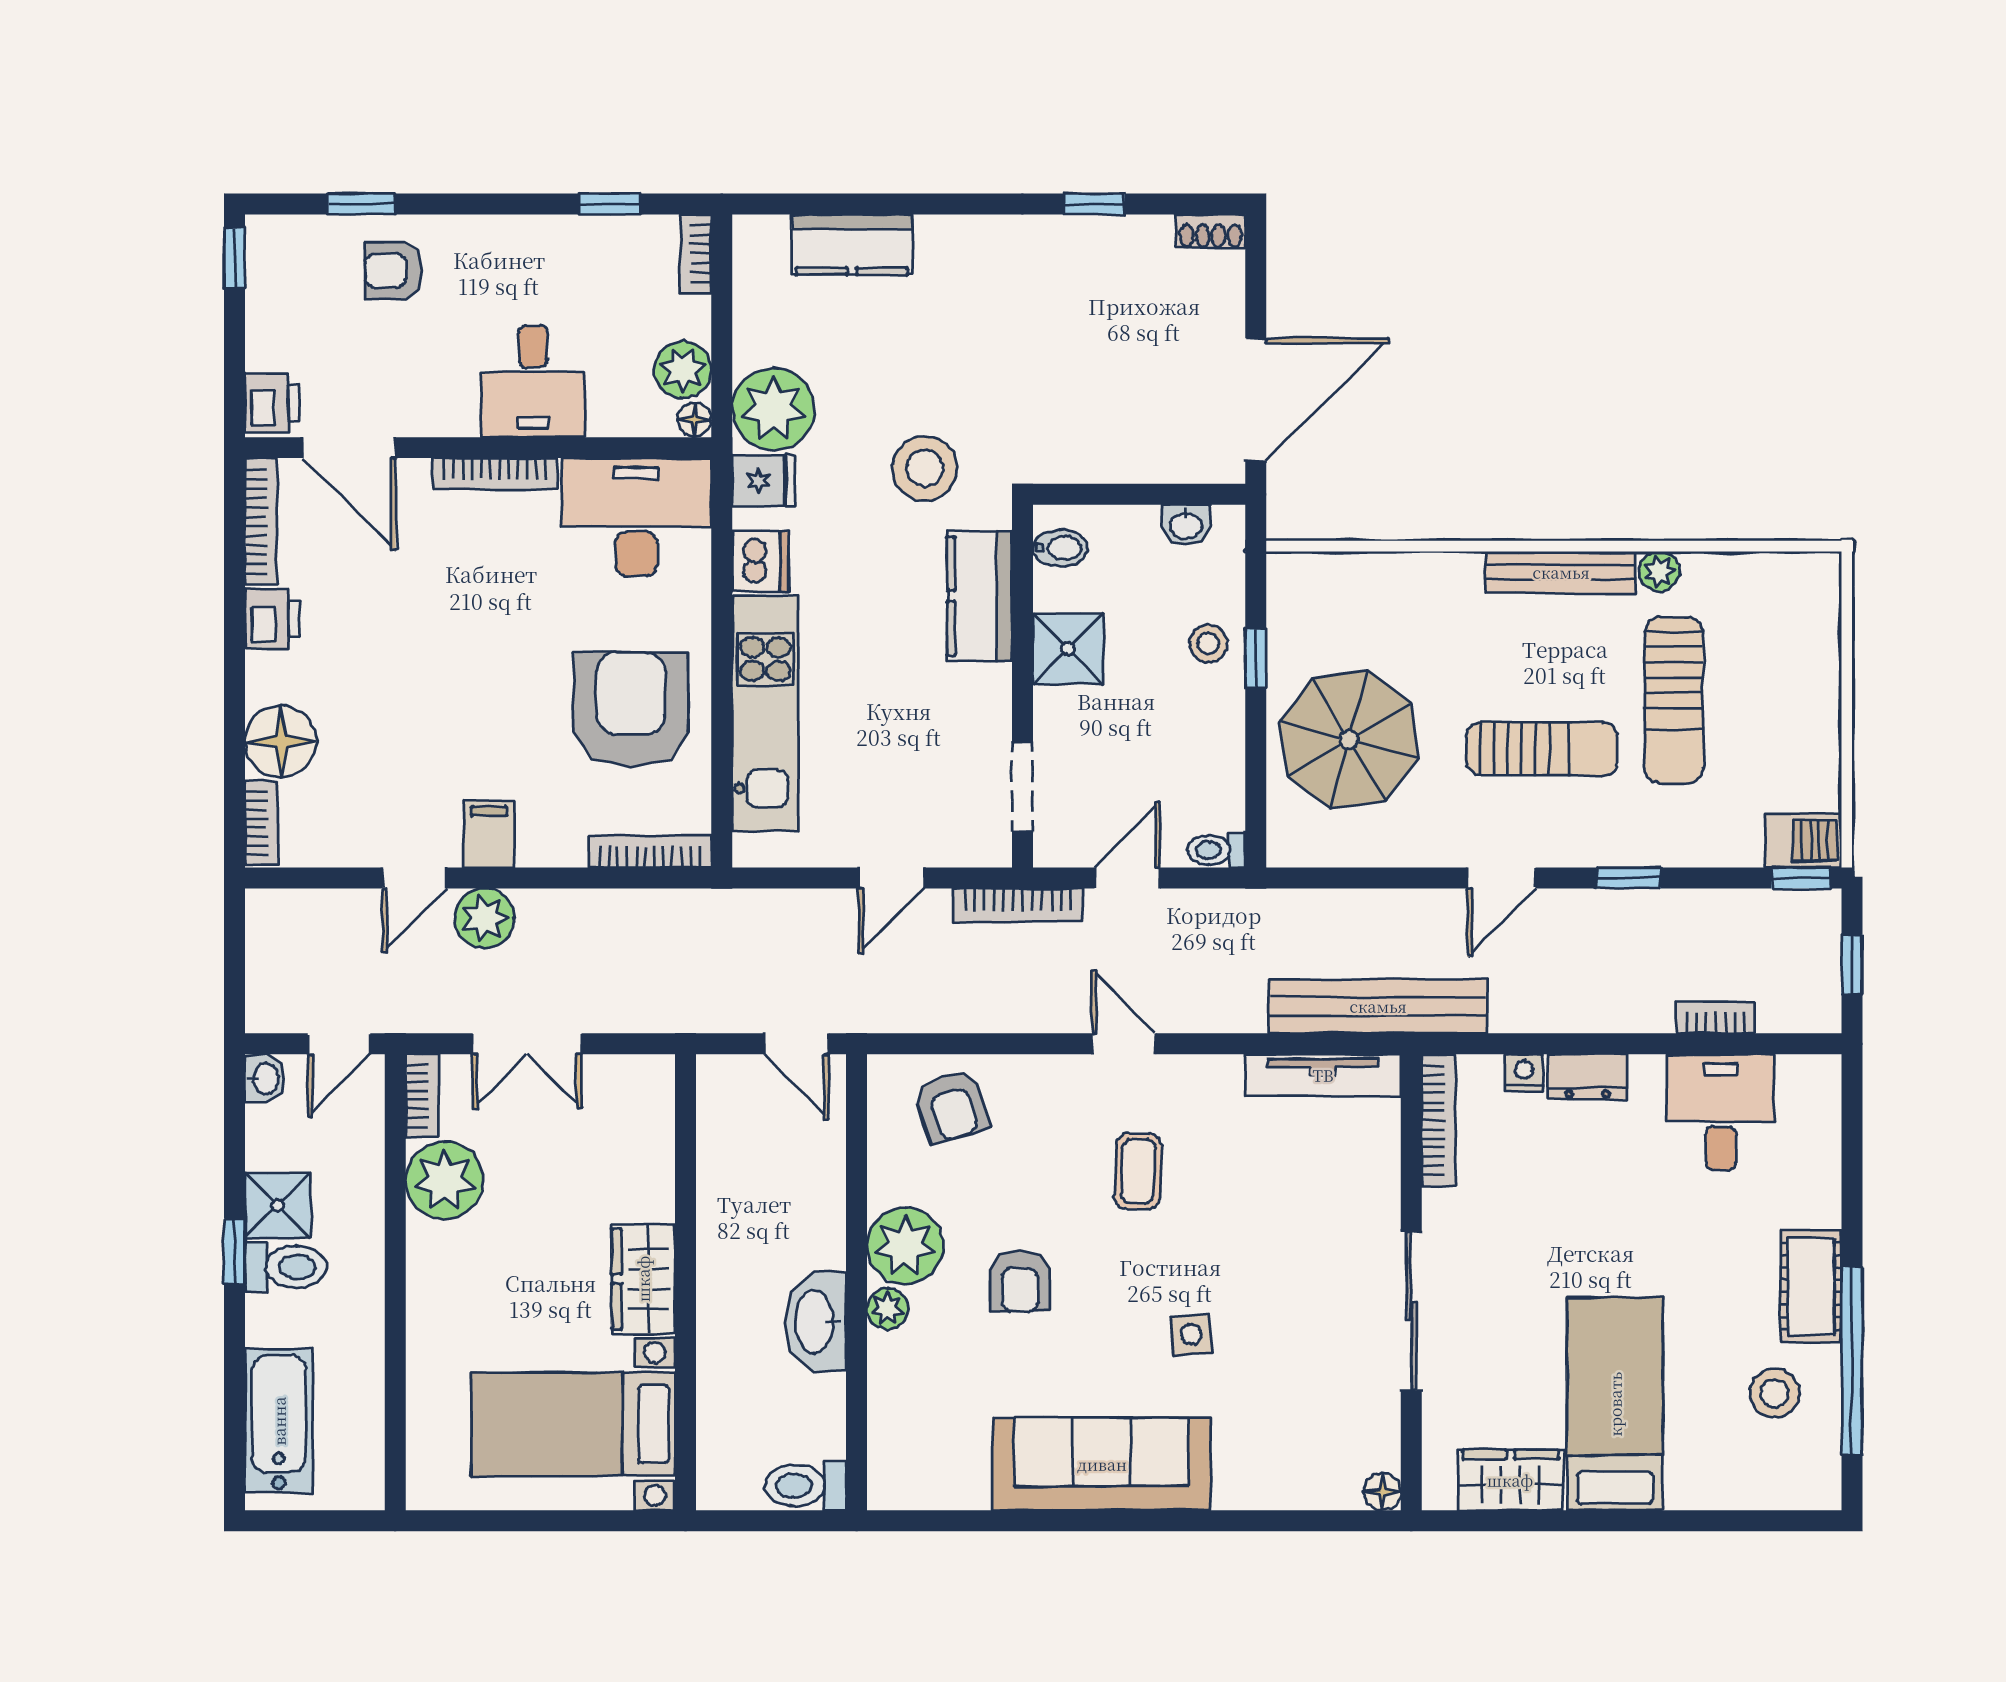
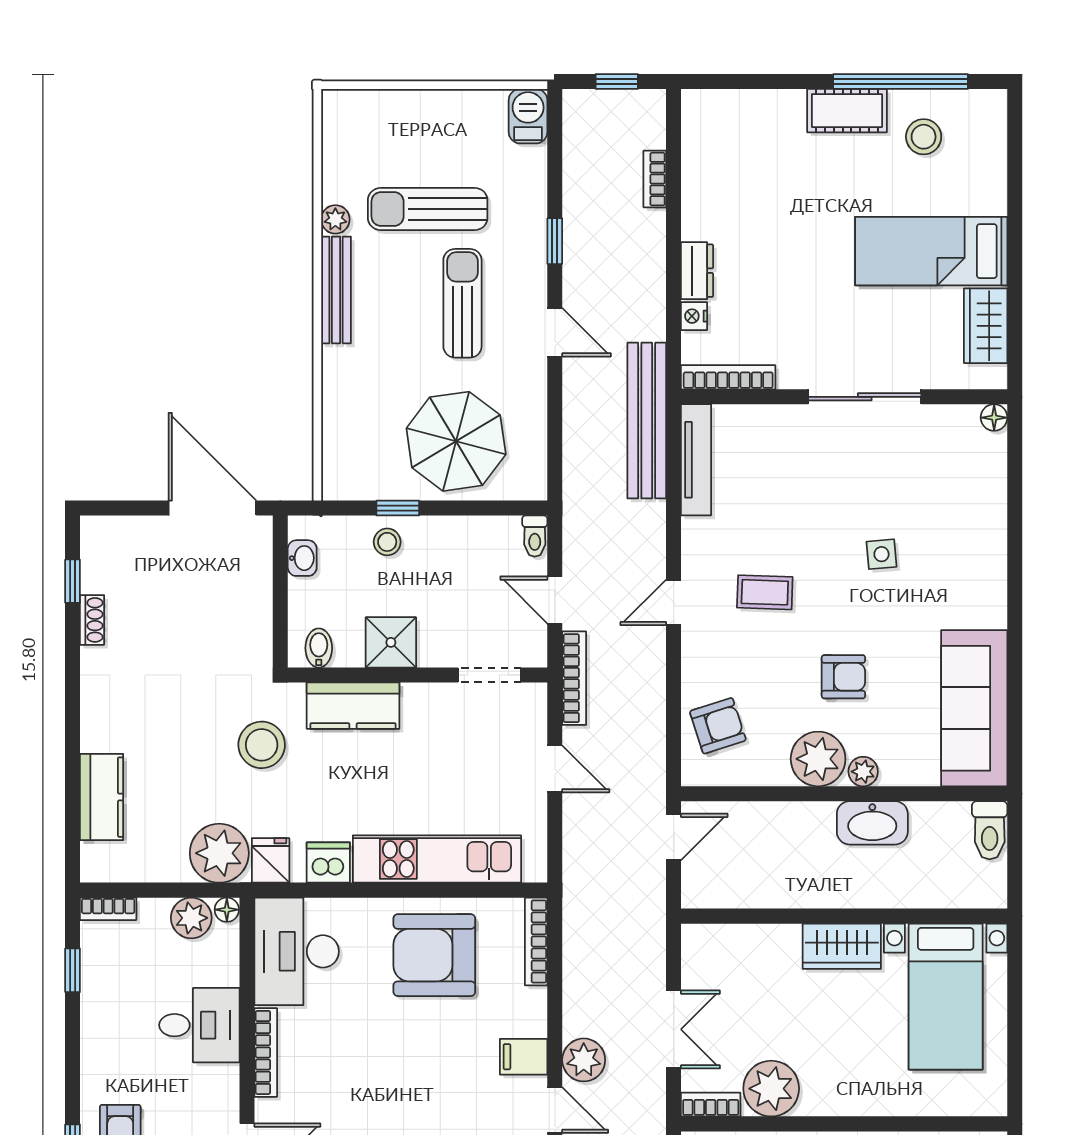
window: (1094, 204) -> (73, 581), moved
shoe rack: (1211, 231) -> (92, 620), moved
sun lounger: (1674, 700) -> (428, 209), turned 180
window: (1801, 878) -> (555, 118), removed
desk: (1721, 1112) -> (723, 175), removed
sofa: (1102, 1464) -> (974, 708), moved

